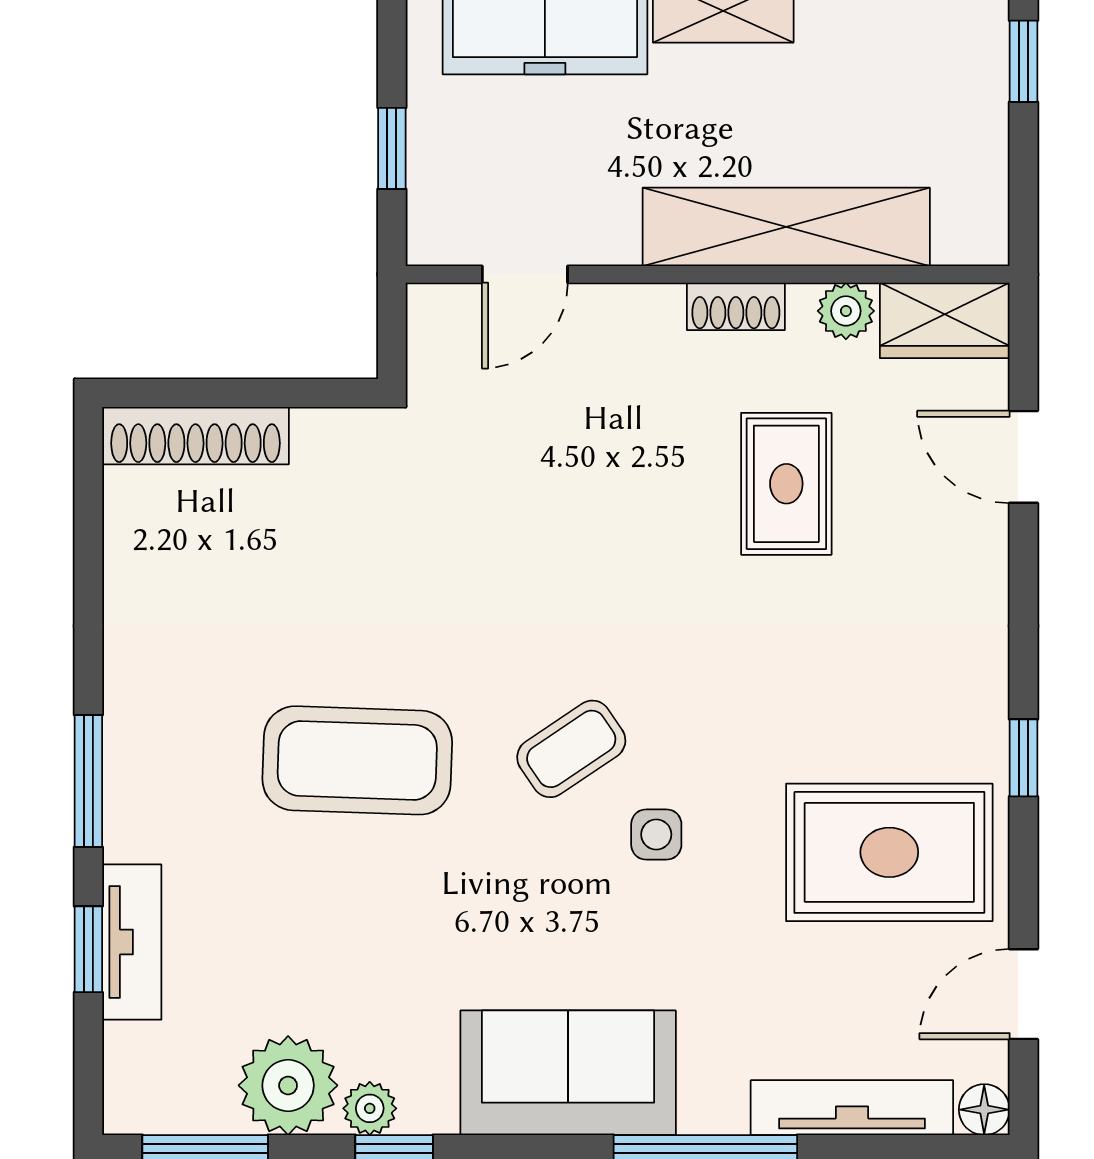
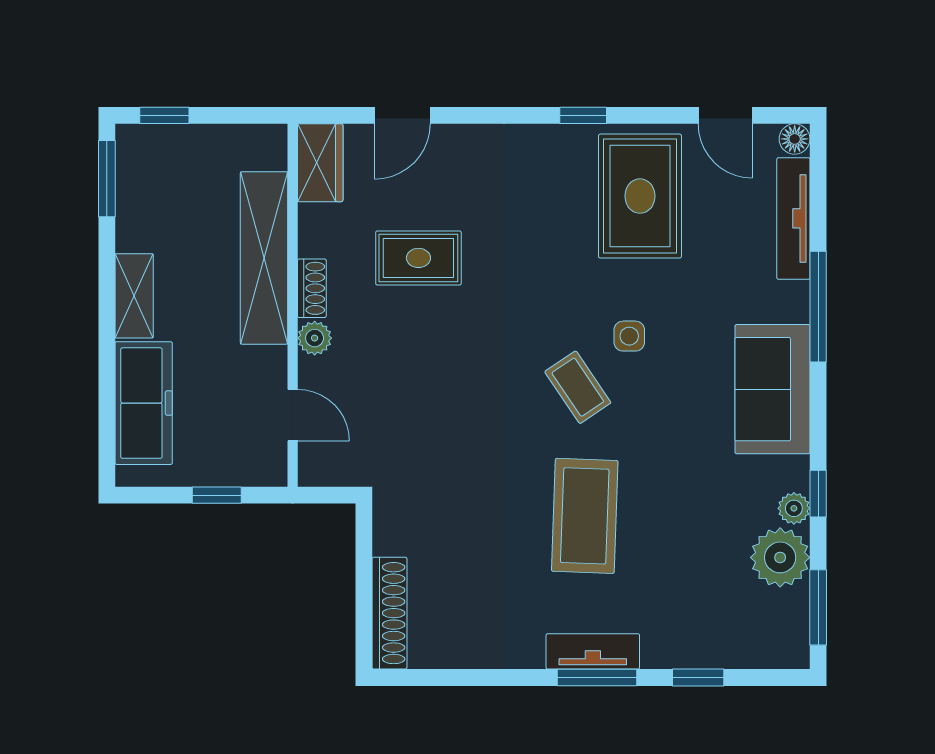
plant: (846, 311) -> (315, 338), moved
tv unit: (132, 942) -> (593, 651), moved

